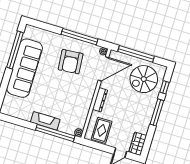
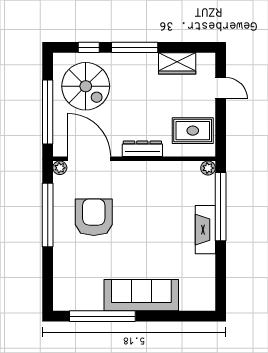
armchair: (71, 62) -> (94, 217), turned -85
sofa: (25, 68) -> (141, 295), width x0.74, depth x0.79
wardrobe: (138, 144) -> (177, 63), moved

